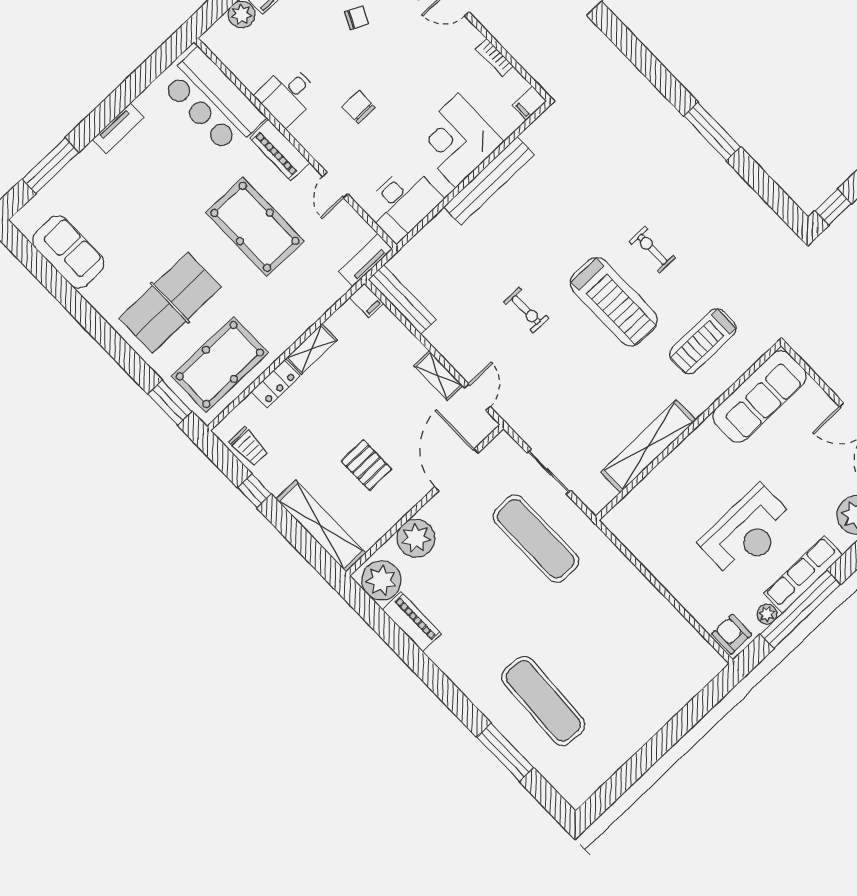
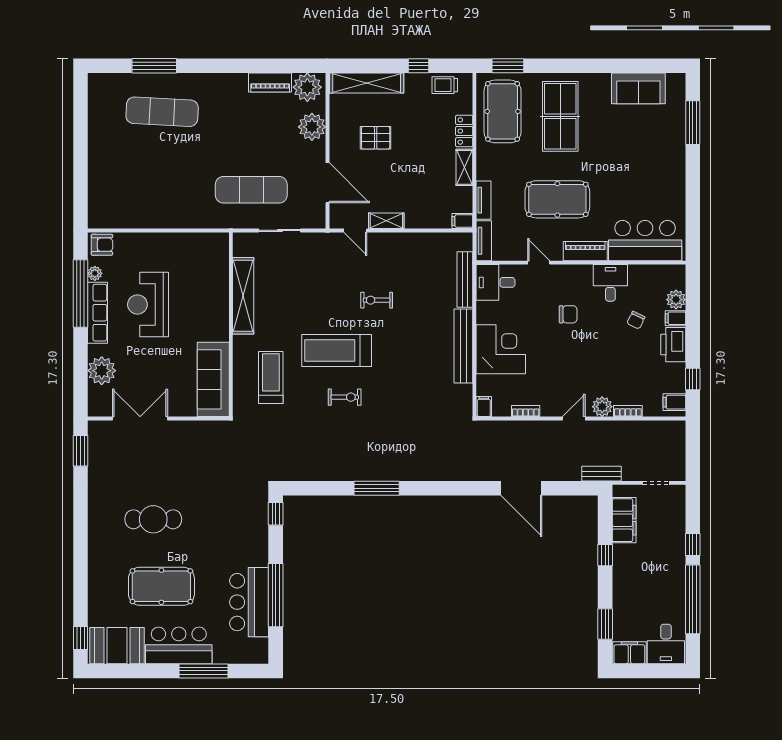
chair: (357, 18) -> (636, 320), moved
tv unit: (118, 128) -> (483, 200), moved, turned 180
desk: (402, 203) -> (495, 282), width x0.73
bench: (402, 300) -> (465, 280), moved, turned 90

